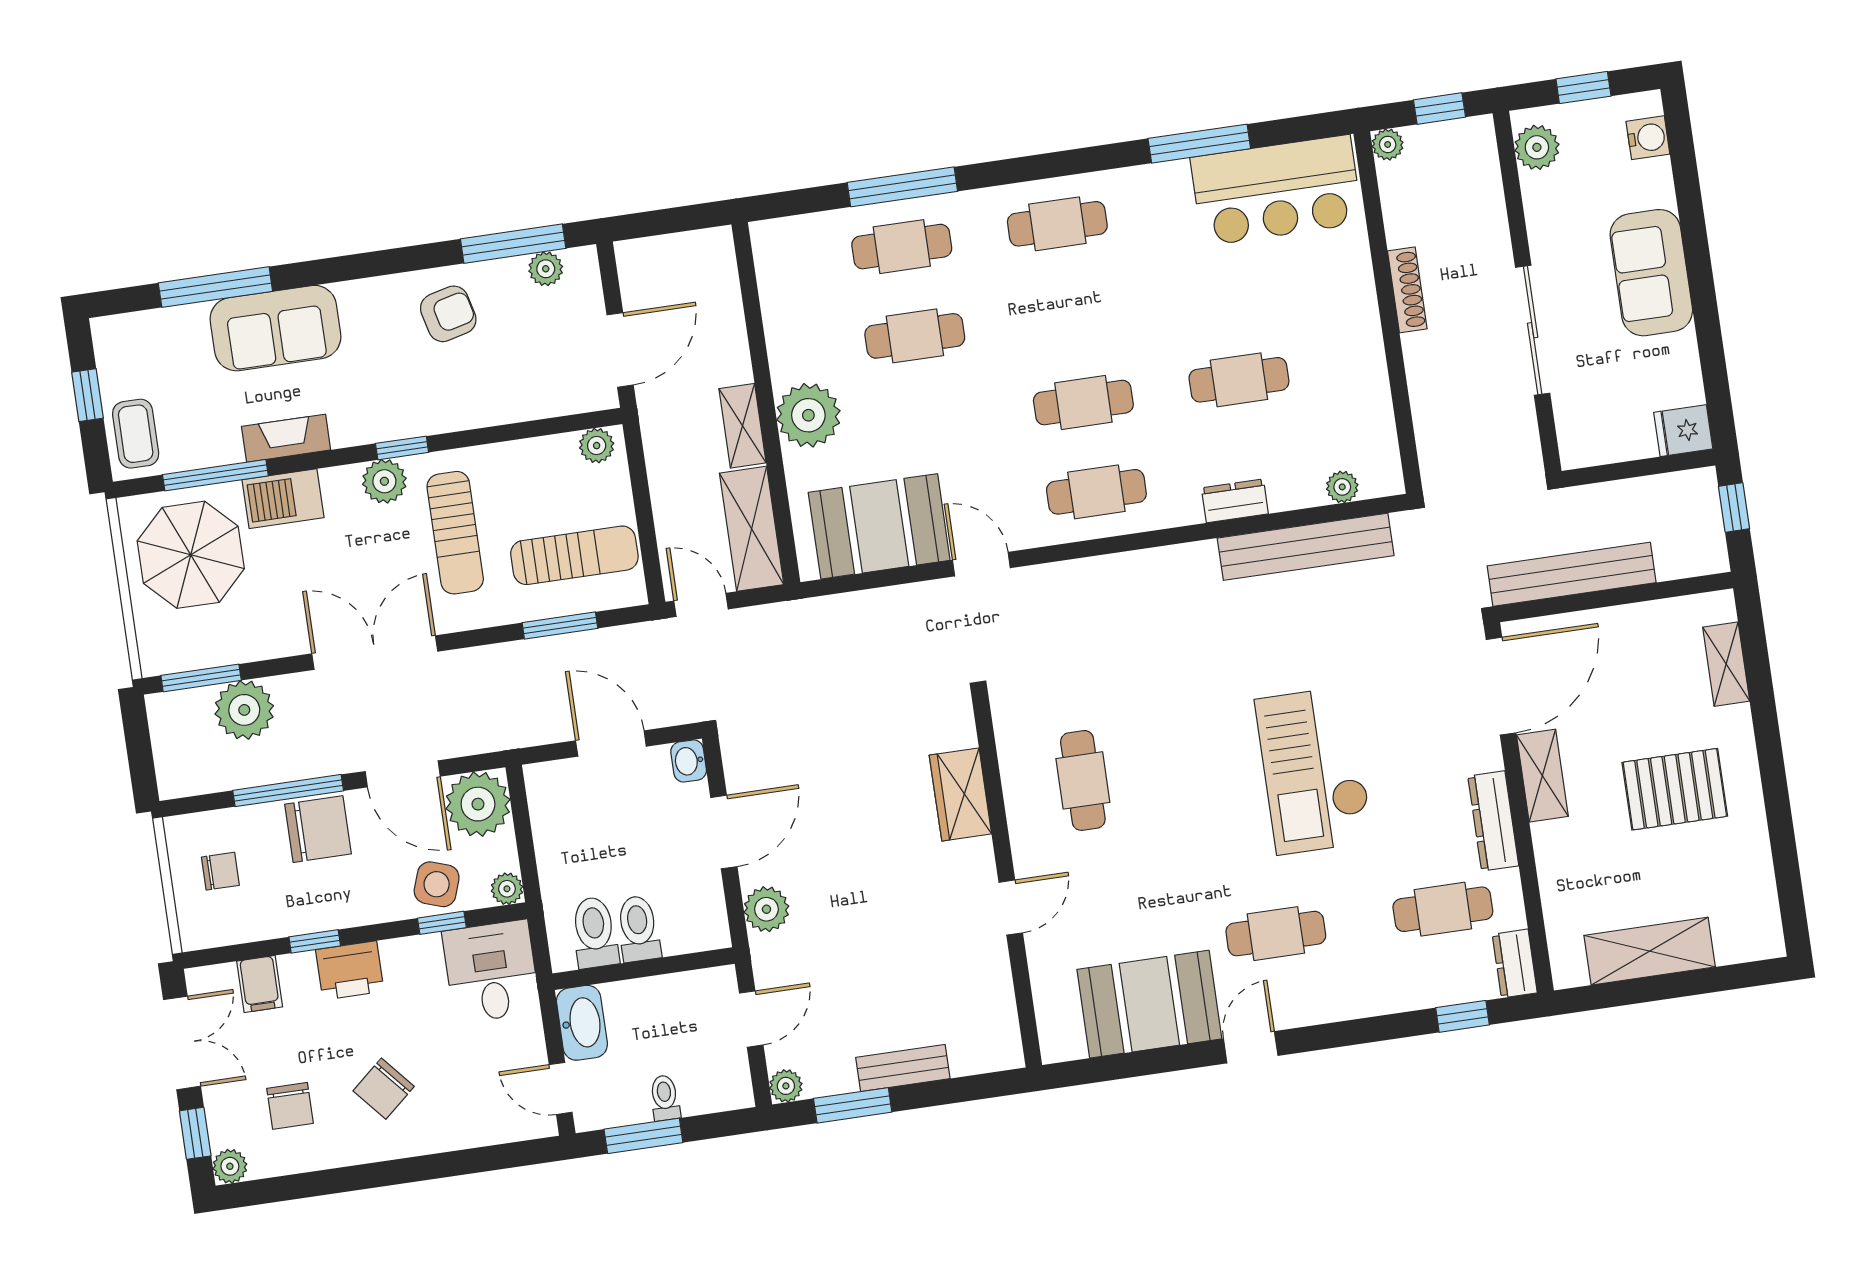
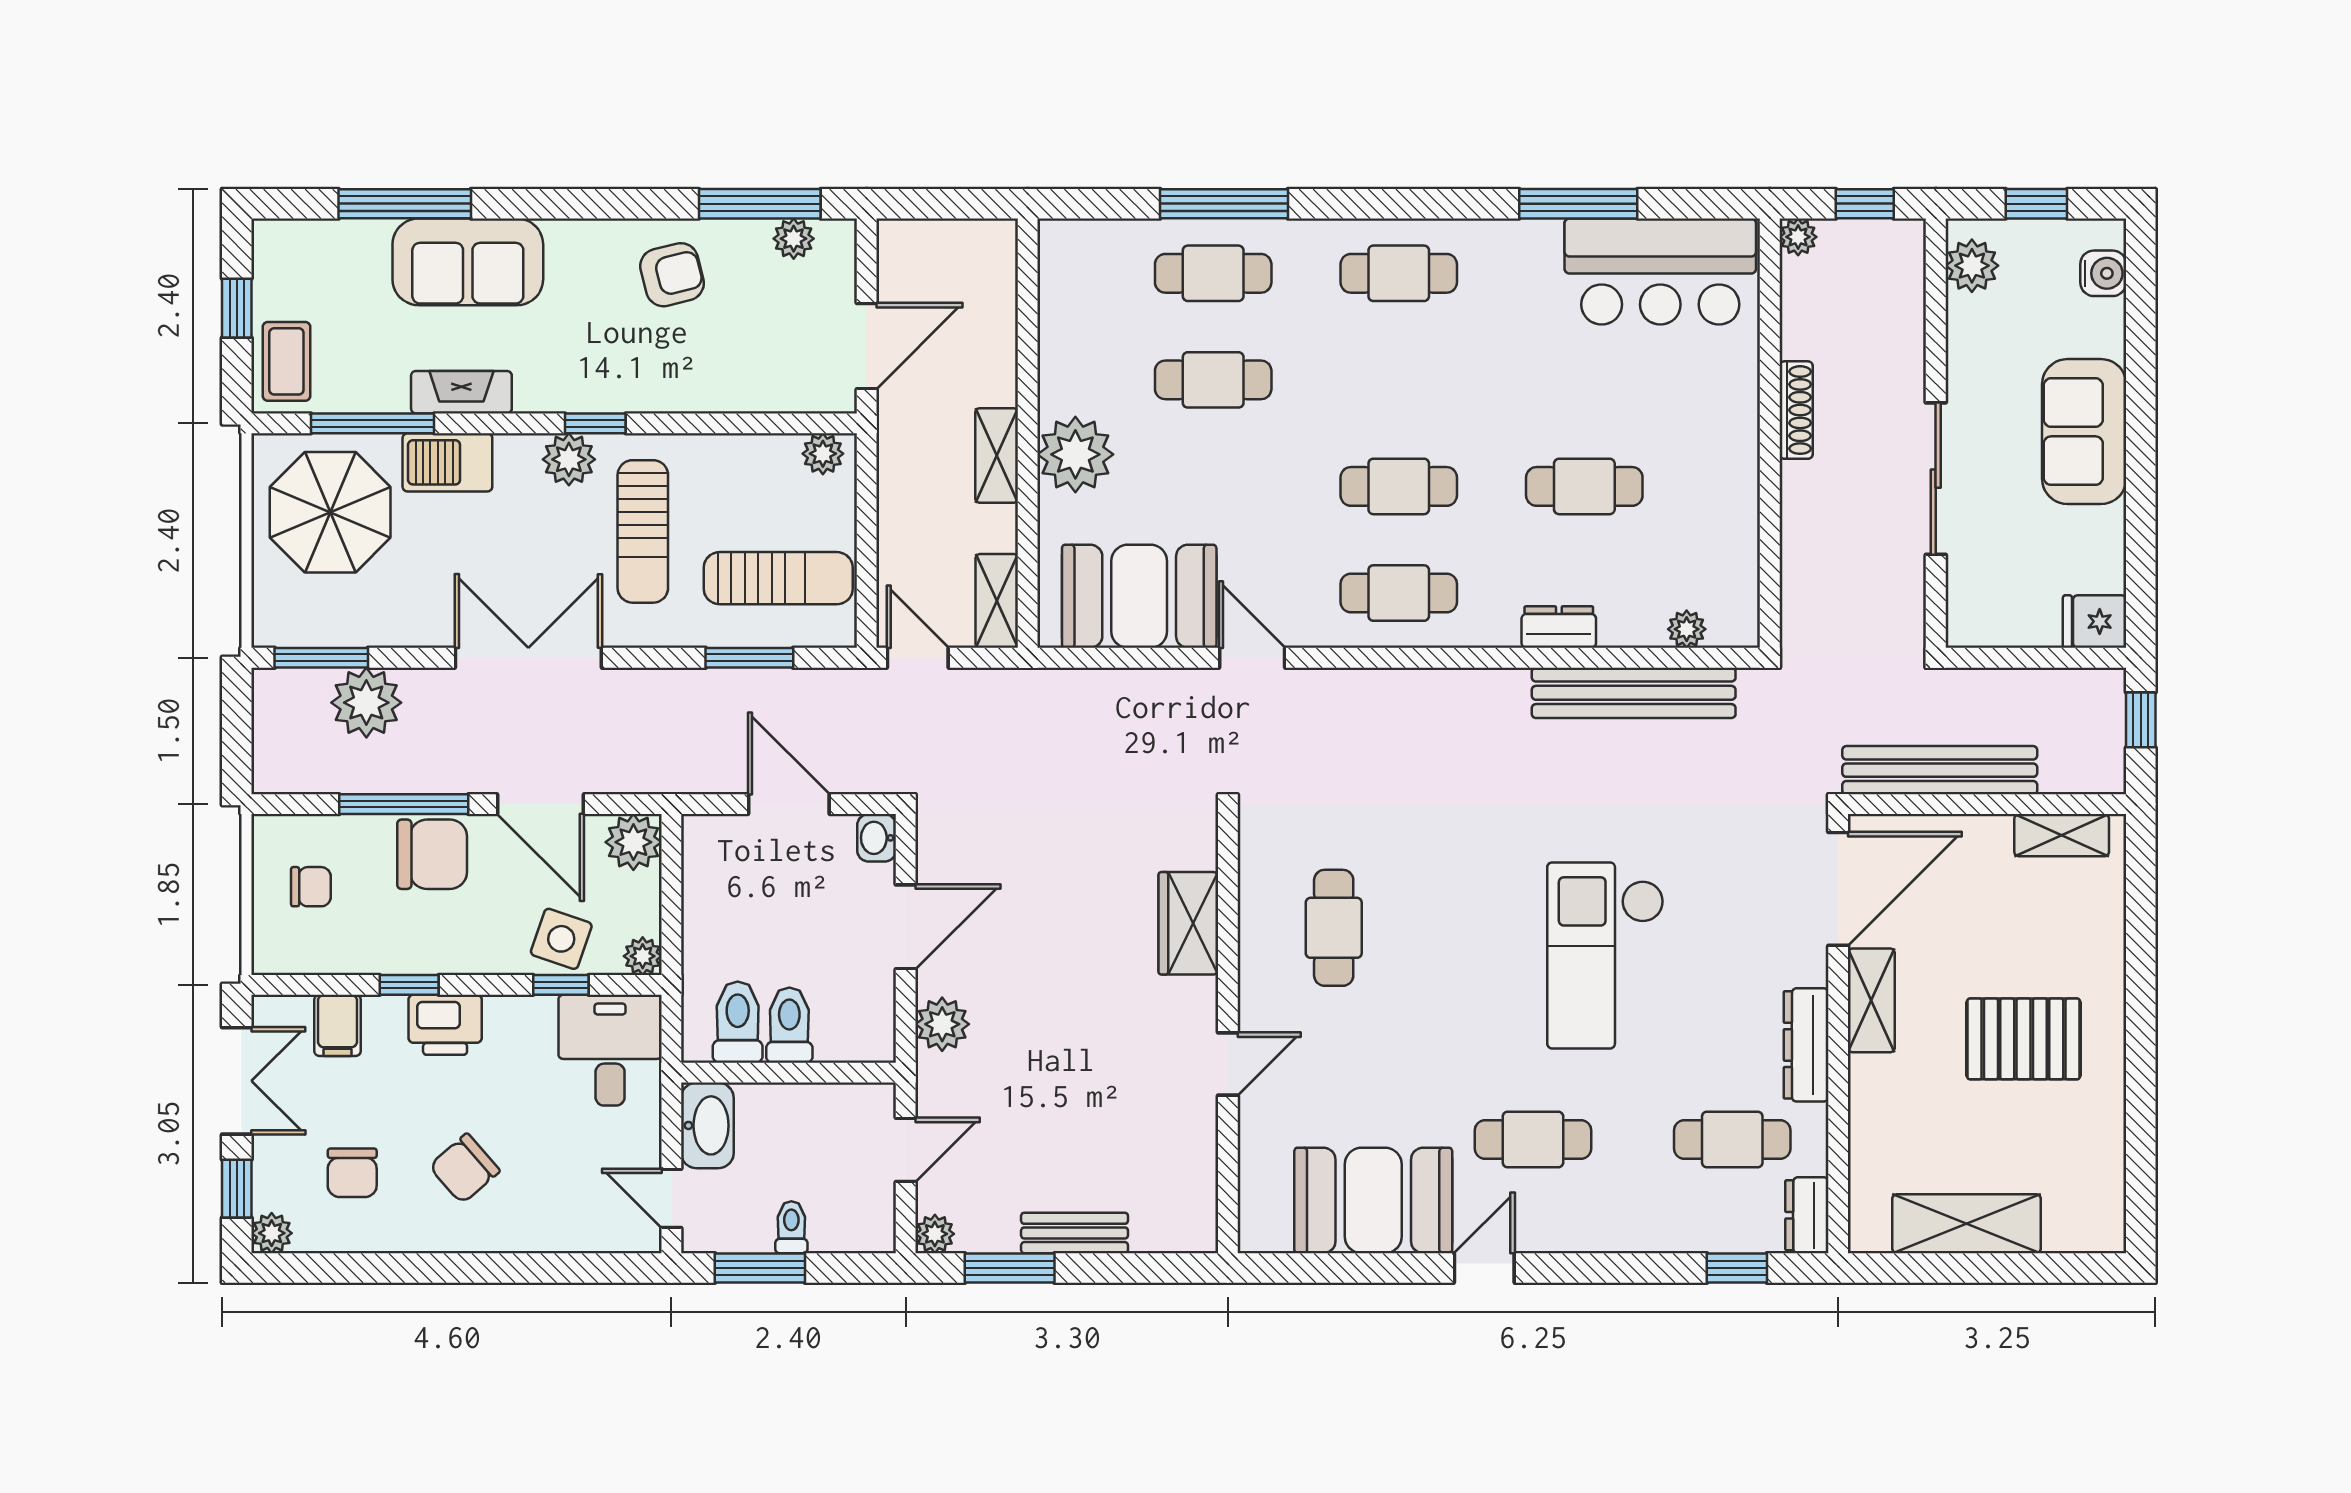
shelving: (752, 529) -> (997, 601), width x0.67, depth x0.75
shelving: (1726, 664) -> (2062, 835), moved, turned 90
plant: (478, 804) -> (633, 842), width x0.73, depth x0.73

